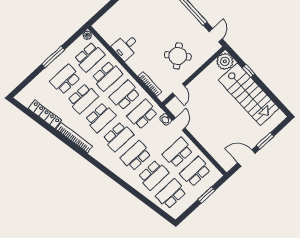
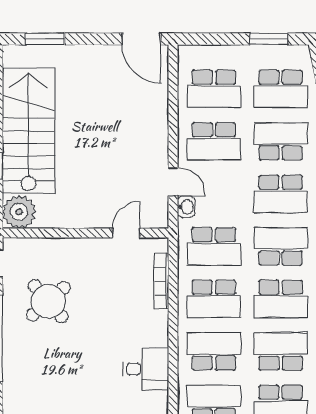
round table: (178, 56) -> (48, 301), moved
school desk: (100, 118) -> (281, 299), turned 180
door: (179, 124) -> (173, 182), swing flipped
window: (265, 141) -> (45, 39), moved
door: (246, 158) -> (141, 39), moved
window: (206, 195) -> (269, 39), moved

